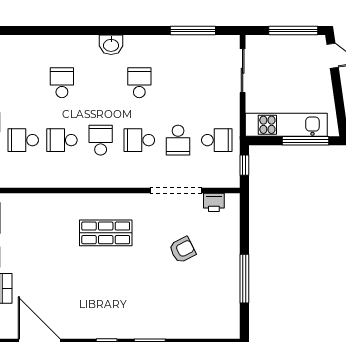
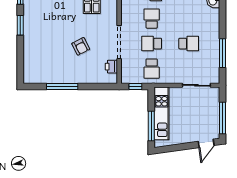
school desk: (139, 83) -> (189, 44), moved

